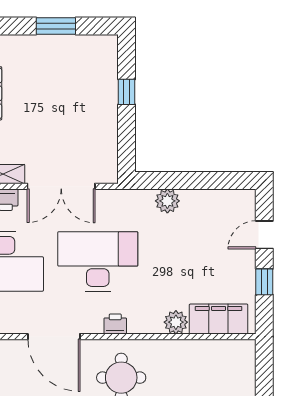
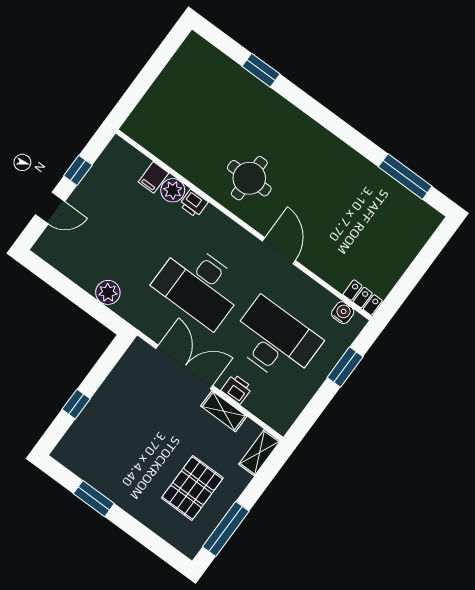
filing cabinet: (219, 319) -> (153, 177), width x0.33, depth x0.86
printer: (115, 324) -> (194, 203), moved
door: (54, 337) -> (279, 251), width x0.73

